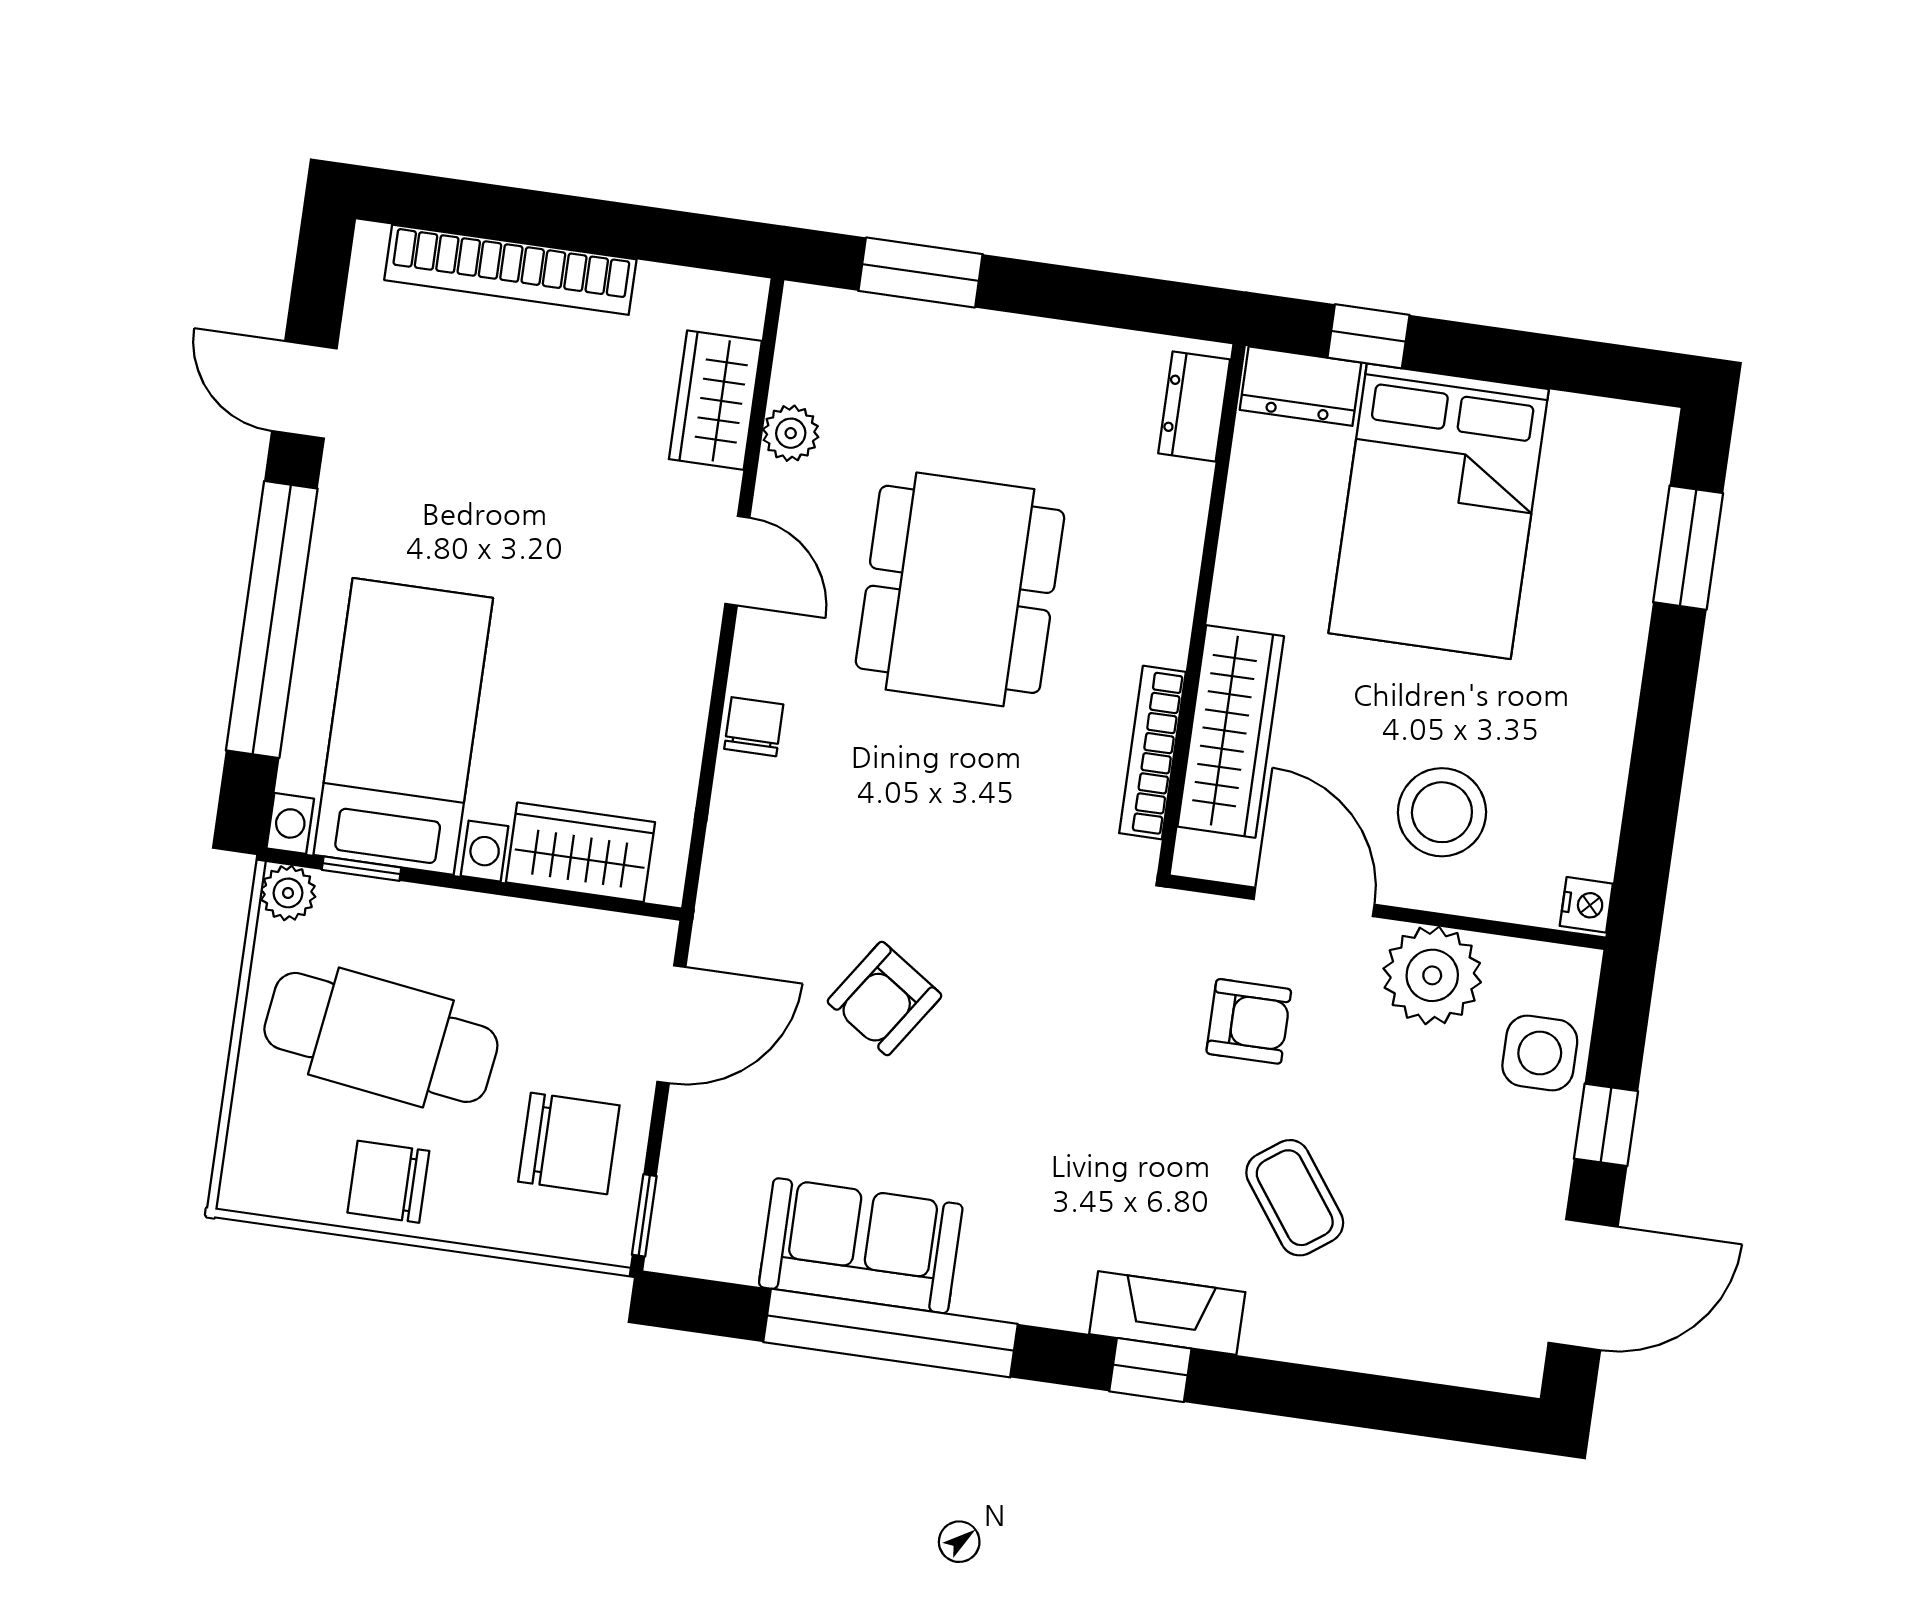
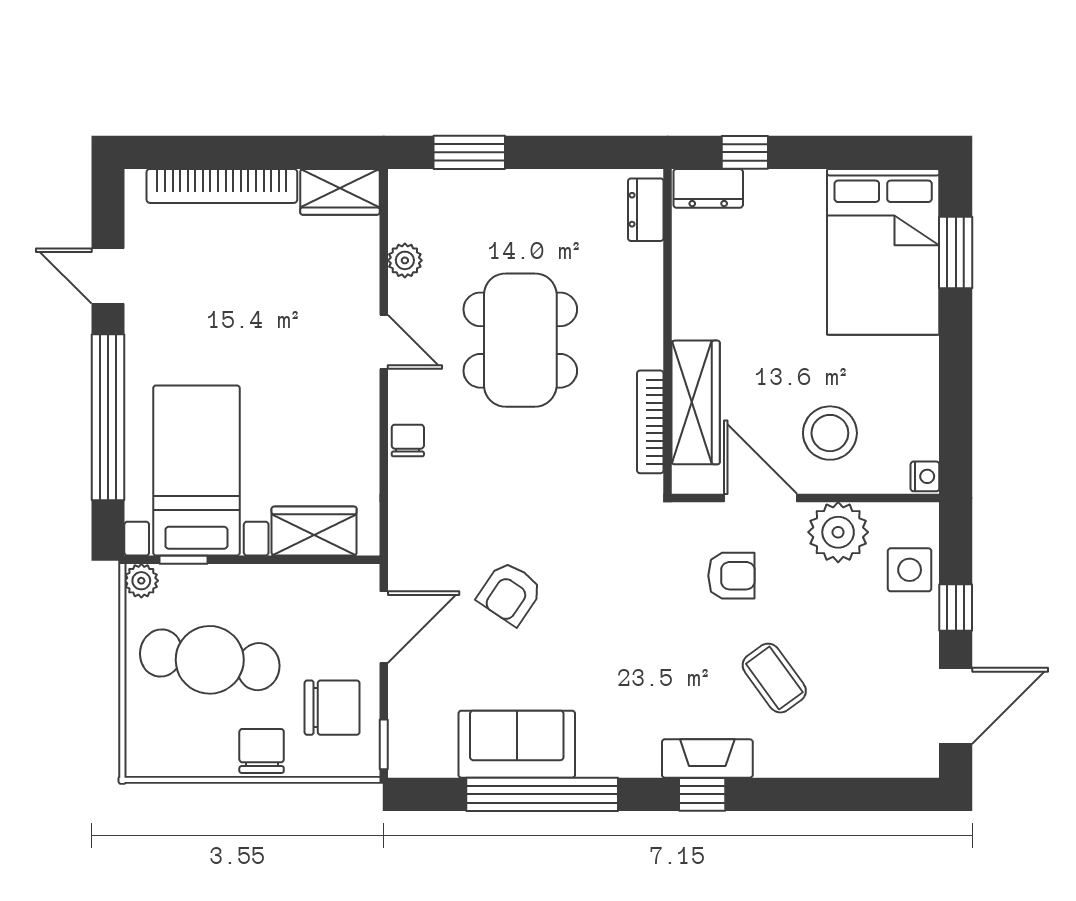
wardrobe: (715, 400) -> (340, 192), moved, turned -90
bed: (1439, 511) -> (883, 252), moved
chair: (388, 1182) -> (262, 751), moved, turned 90

